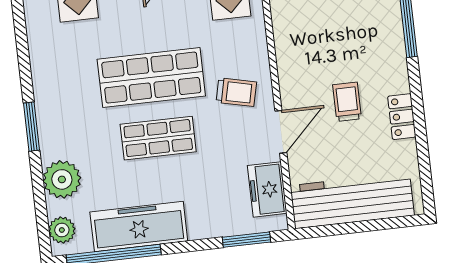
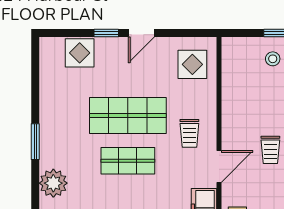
trolley: (236, 92) -> (189, 133), turned 77
trolley: (347, 102) -> (270, 150), turned 180

